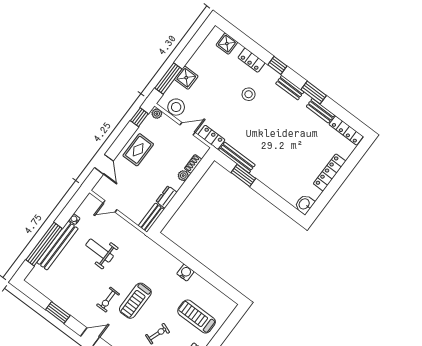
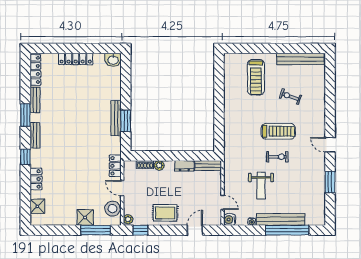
stool: (249, 94) -> (63, 162), removed
bench: (237, 158) -> (116, 118), moved
water cooler: (185, 273) -> (230, 220), moved
exercise bike: (108, 300) -> (277, 157), moved

